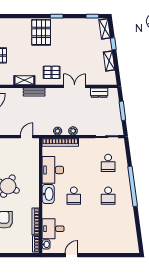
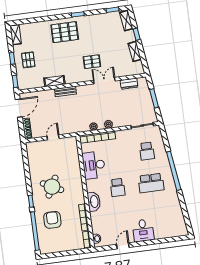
pallet: (41, 32) -> (65, 32), turned 90
pallet: (52, 72) -> (92, 62), moved
door: (27, 137) -> (53, 137), moved
washbasin: (48, 194) -> (94, 202), moved
school desk: (108, 196) -> (151, 183), width x1.85
desk: (53, 229) -> (143, 230), moved, turned -90

